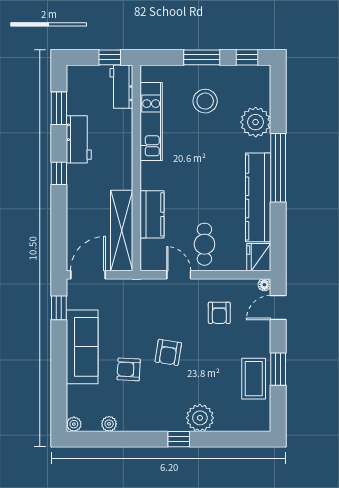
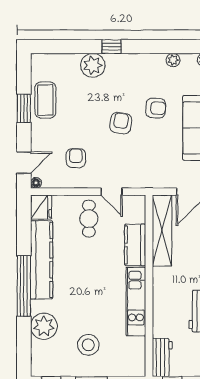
kitchen unit: (151, 122) -> (136, 302), moved

